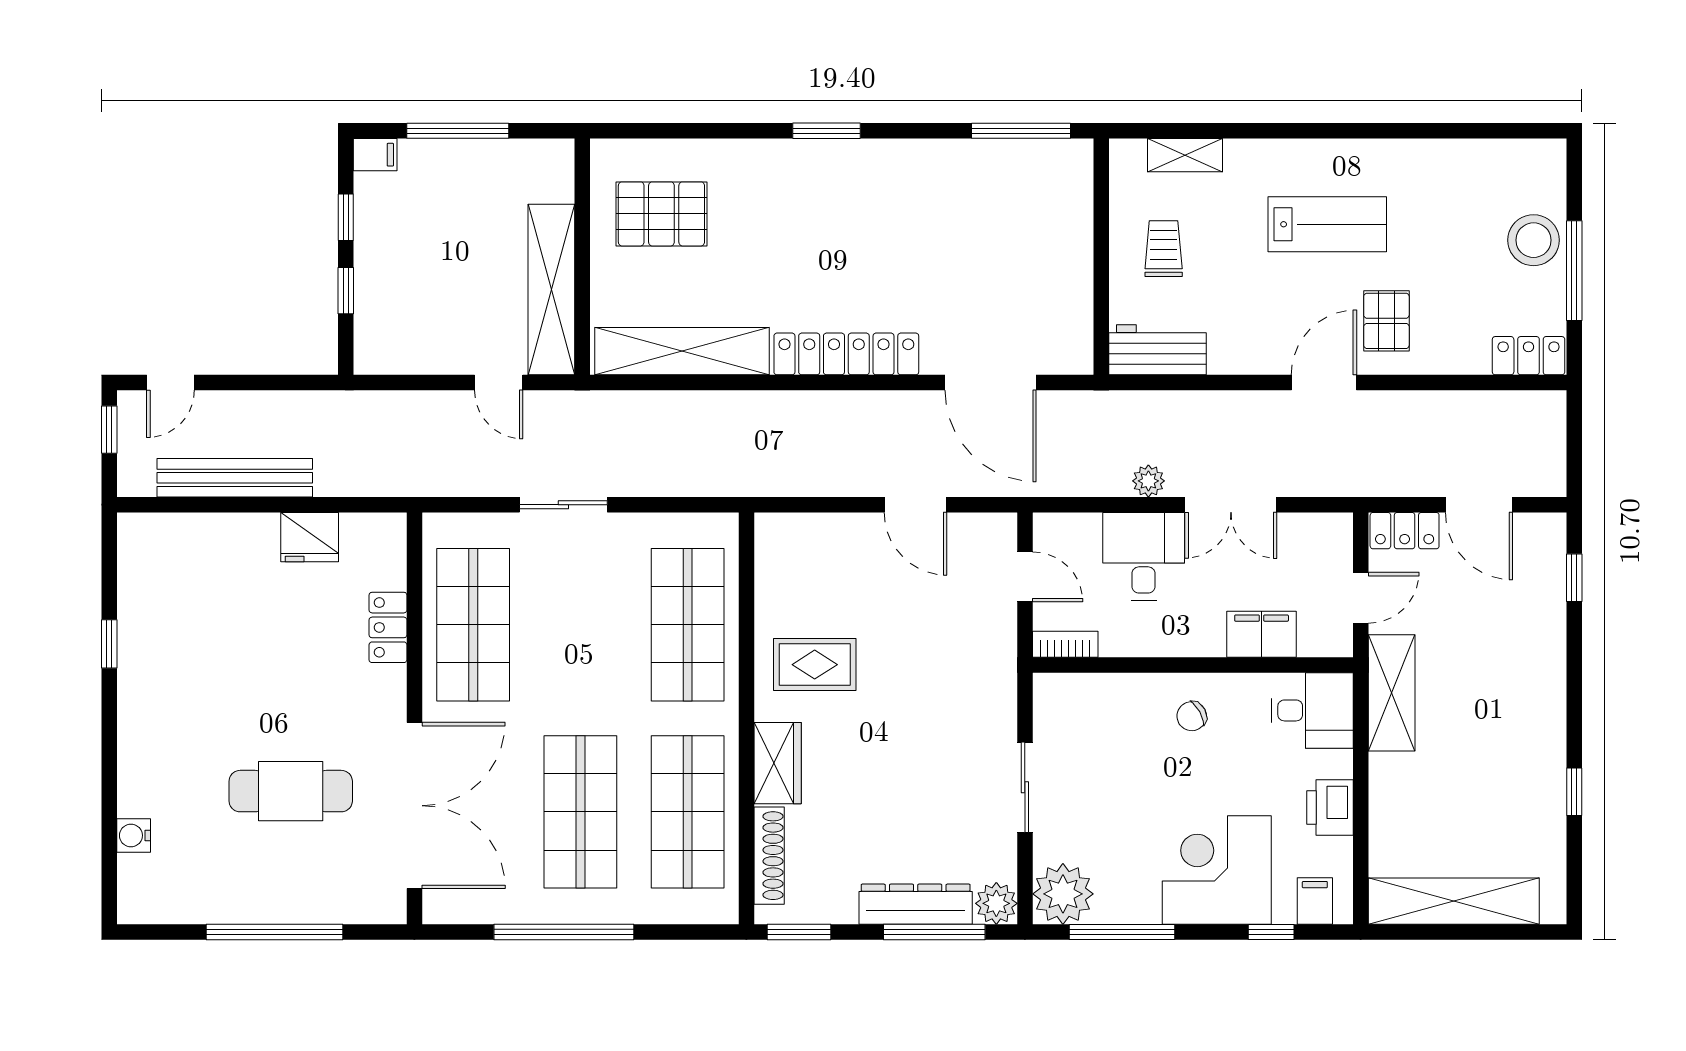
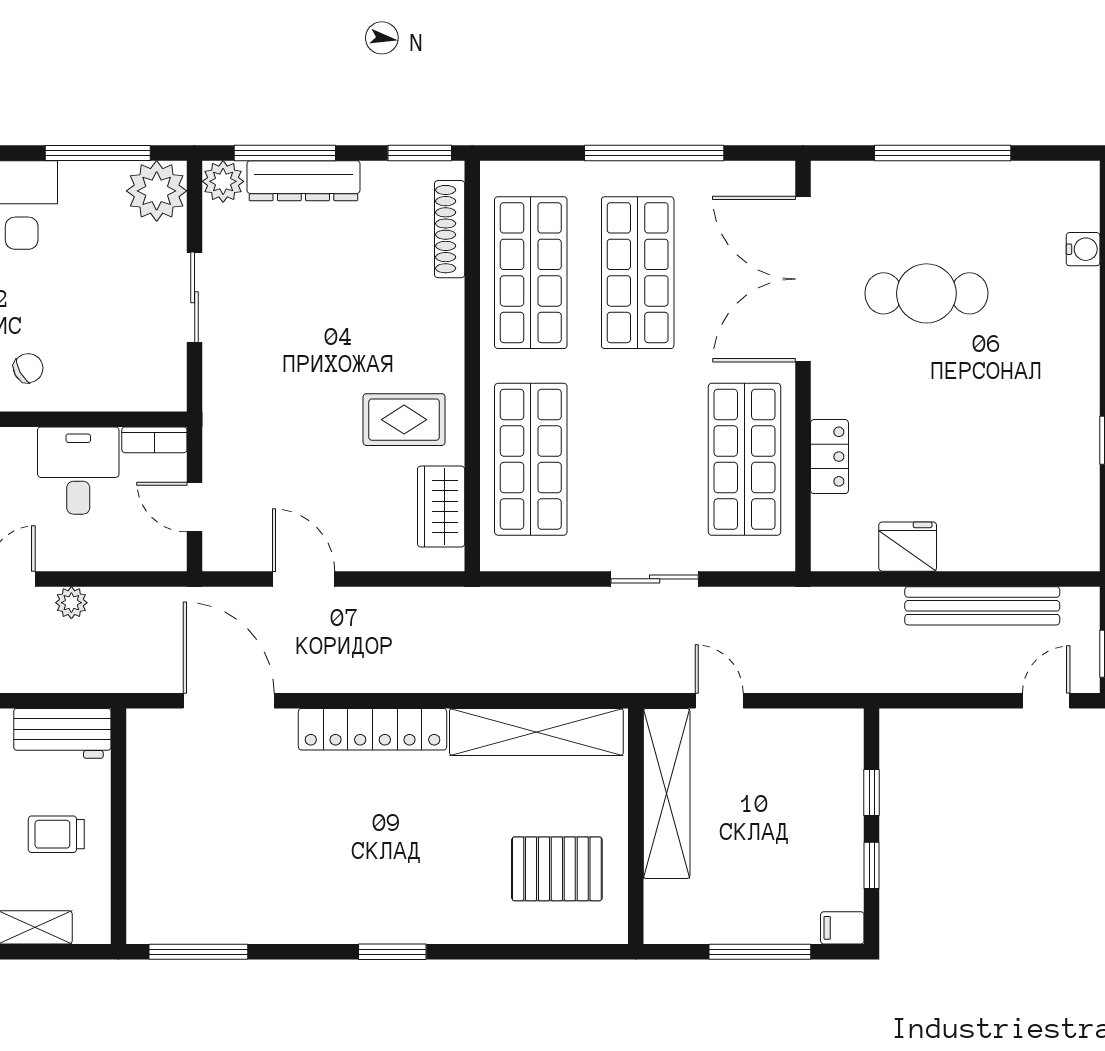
trolley: (1164, 249) -> (56, 834), turned 90
desk: (1144, 556) -> (78, 471), moved, turned 180
wardrobe: (778, 763) -> (441, 507), moved

